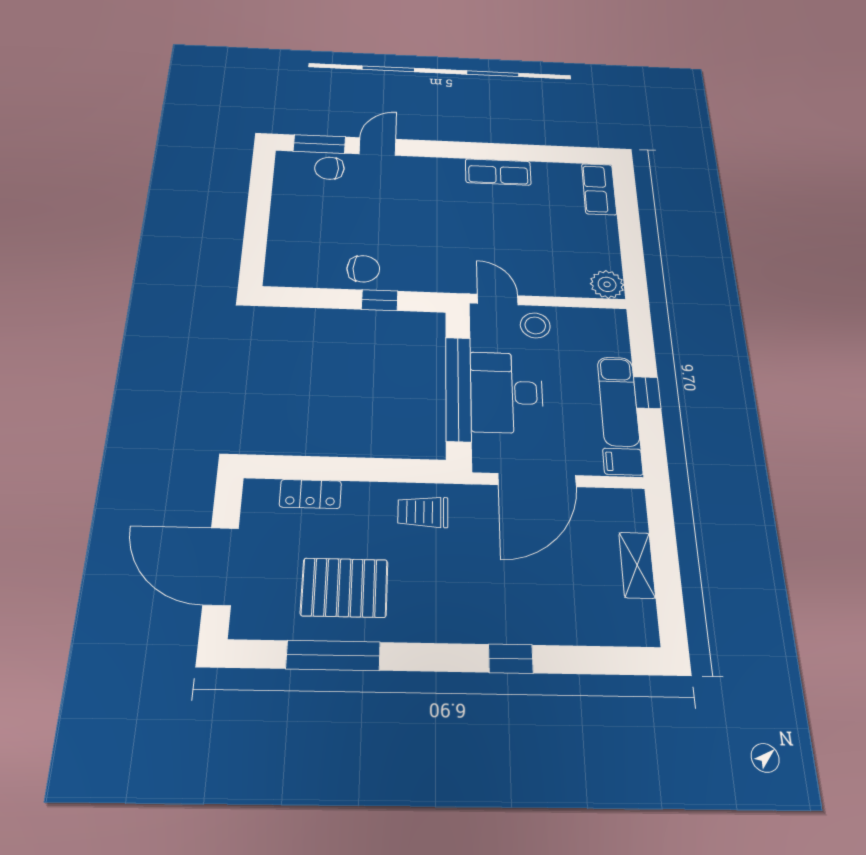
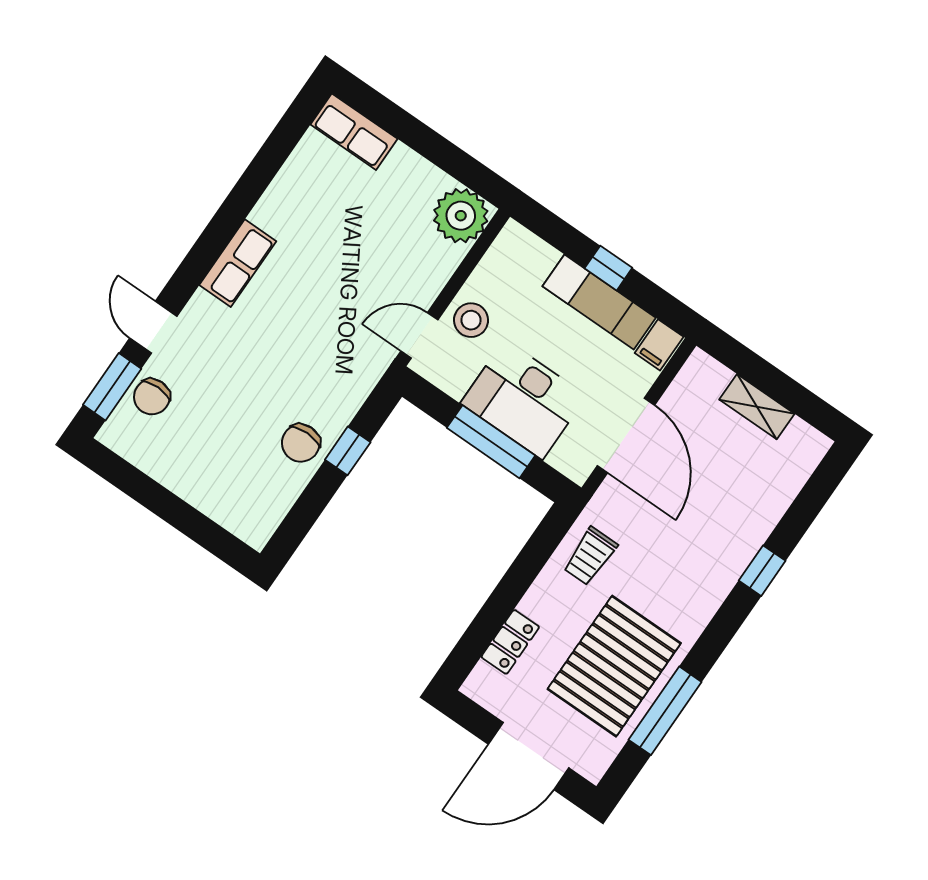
row of seats: (498, 172) -> (238, 263), moved
chair: (363, 269) -> (301, 443), turned 180
plant: (607, 284) -> (461, 216), width x1.36, depth x1.36
window: (458, 389) -> (491, 442), width x0.68
pallet: (344, 588) -> (614, 666), width x1.37, depth x1.41

